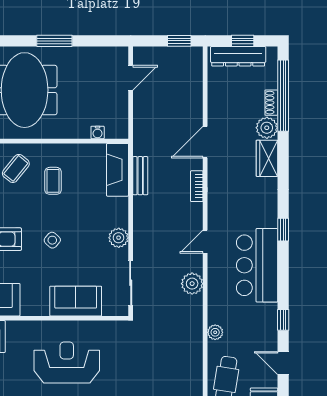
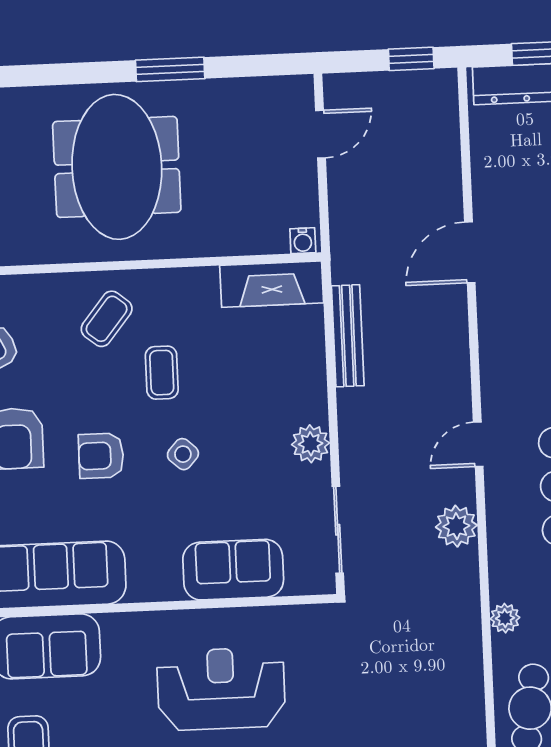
water cooler: (98, 132) -> (303, 241), moved
fireplace: (118, 170) -> (272, 284), moved, turned -90
bench: (140, 176) -> (348, 336), width x1.36
coffee table: (53, 181) -> (162, 373), moved
bookcase: (197, 186) -> (457, 338), removed

